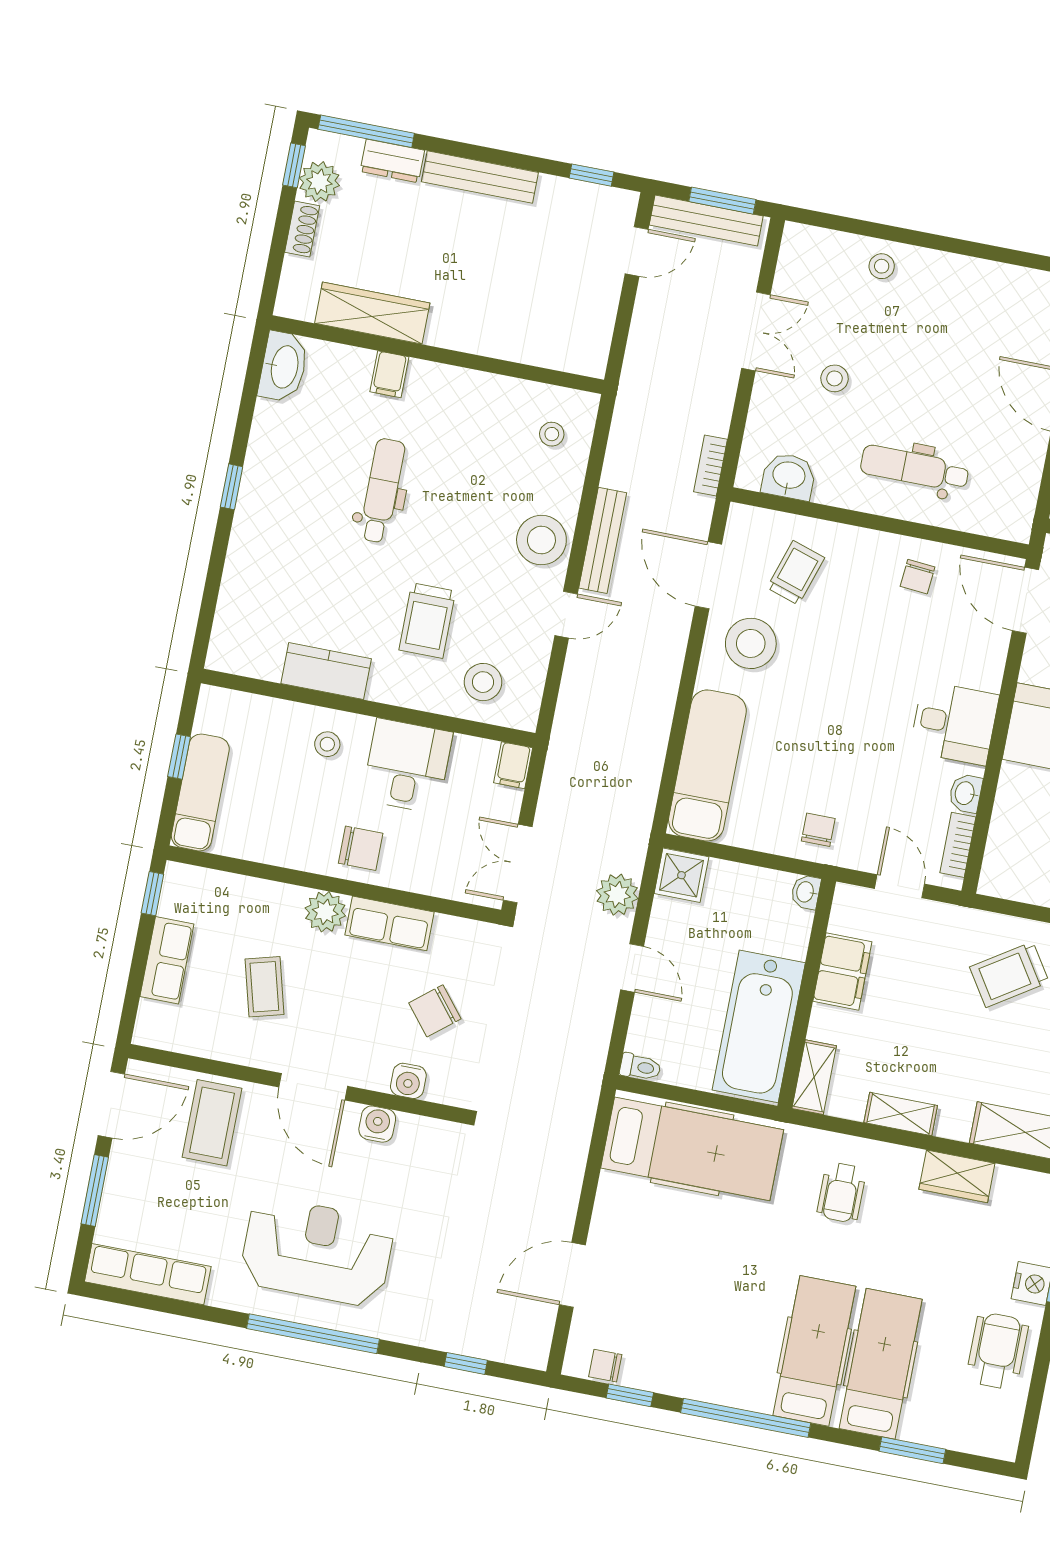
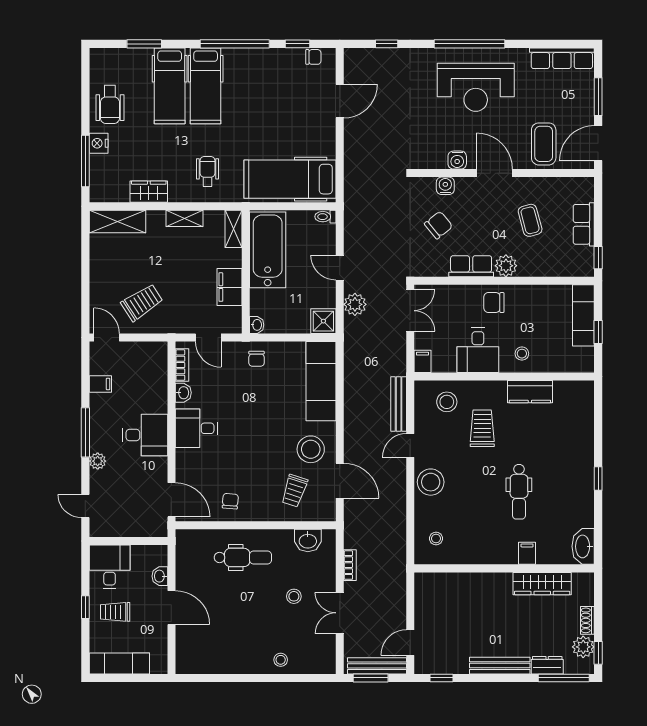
bookcase: (710, 465) -> (350, 565), moved
bench: (603, 540) -> (399, 404), moved

